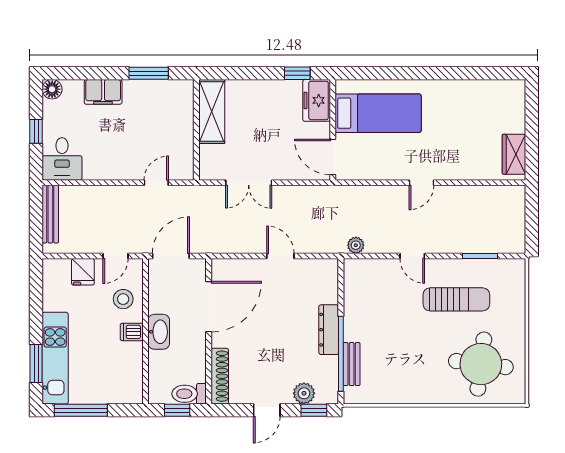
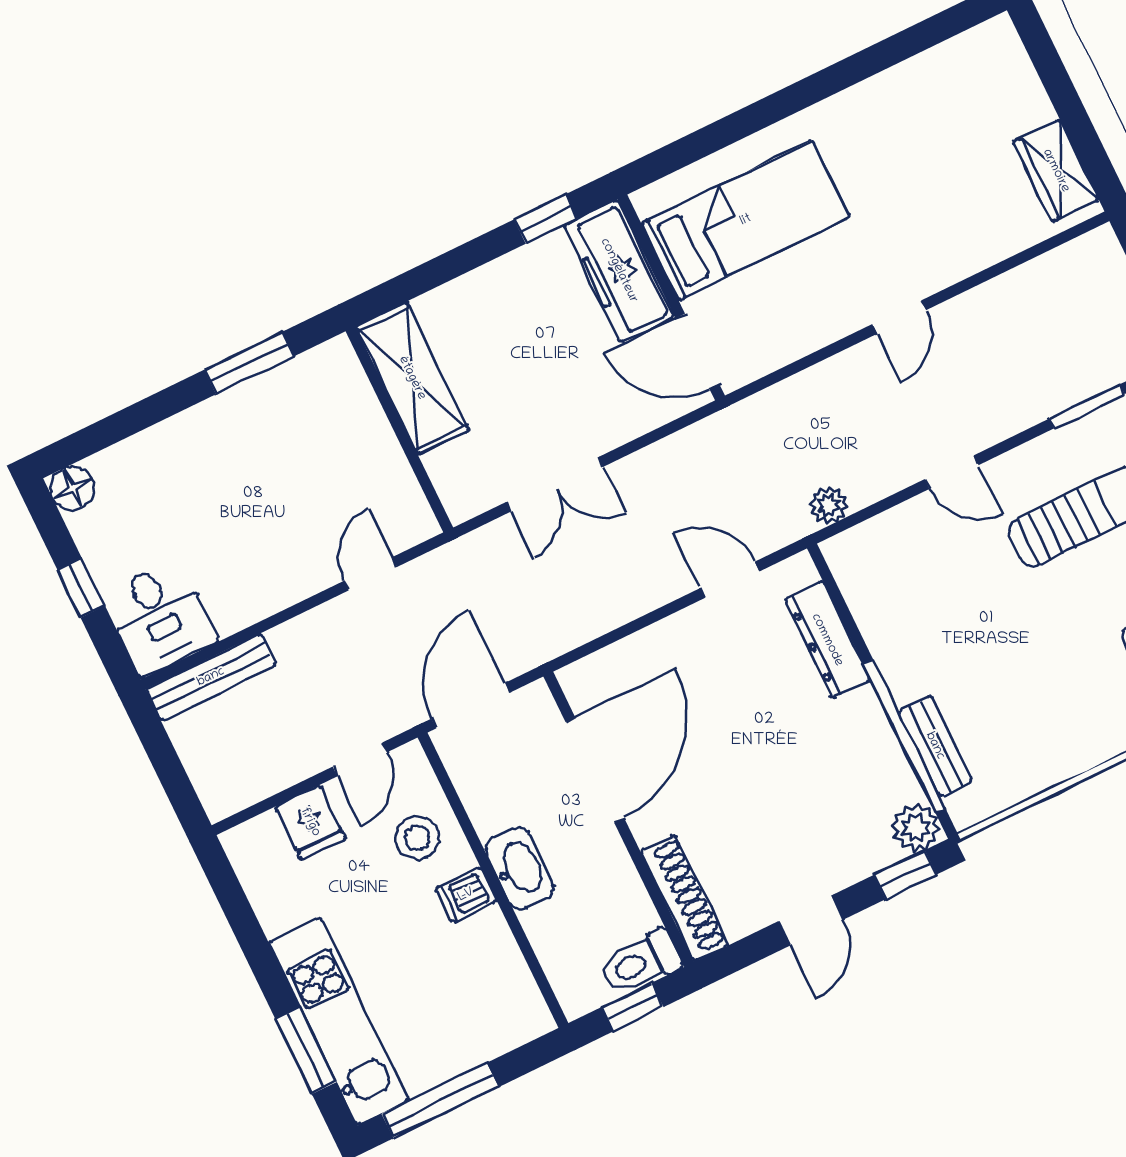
filing cabinet: (103, 92) -> (176, 444), removed
freezer: (317, 100) -> (619, 271), width x1.40
bench: (50, 214) -> (211, 677), moved, turned 90
door: (280, 256) -> (730, 580), moved
dresser: (329, 330) -> (827, 640), moved
plant: (304, 393) -> (916, 828), moved

